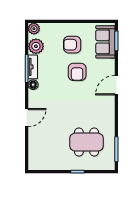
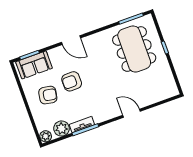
armchair: (72, 45) -> (48, 95), turned -80
armchair: (77, 72) -> (72, 81), turned 180
floor lamp: (33, 85) -> (98, 118), removed
dining table: (87, 142) -> (134, 49), width x1.36, depth x1.24

